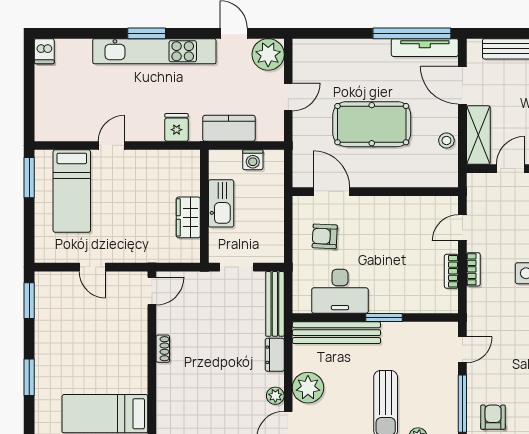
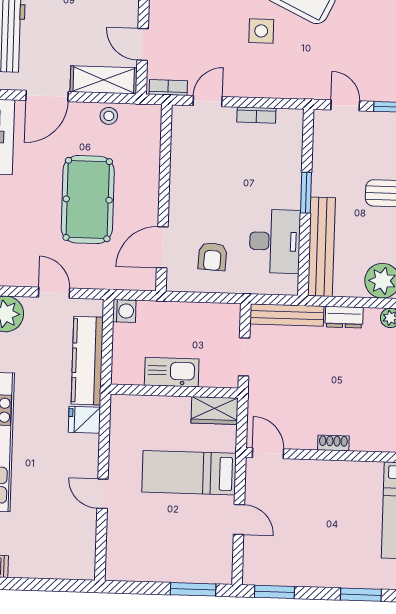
kitchen counter: (229, 128) -> (87, 361), width x1.50
washing machine: (253, 160) -> (124, 311), moved
window: (29, 178) -> (193, 589), moved
bed: (72, 191) -> (189, 473), moved, turned 180
wardrobe: (188, 217) -> (215, 411), moved
door: (462, 228) -> (208, 101), swing flipped
door: (92, 267) -> (239, 520), hinge flipped
bookcase: (473, 269) -> (168, 88), moved

